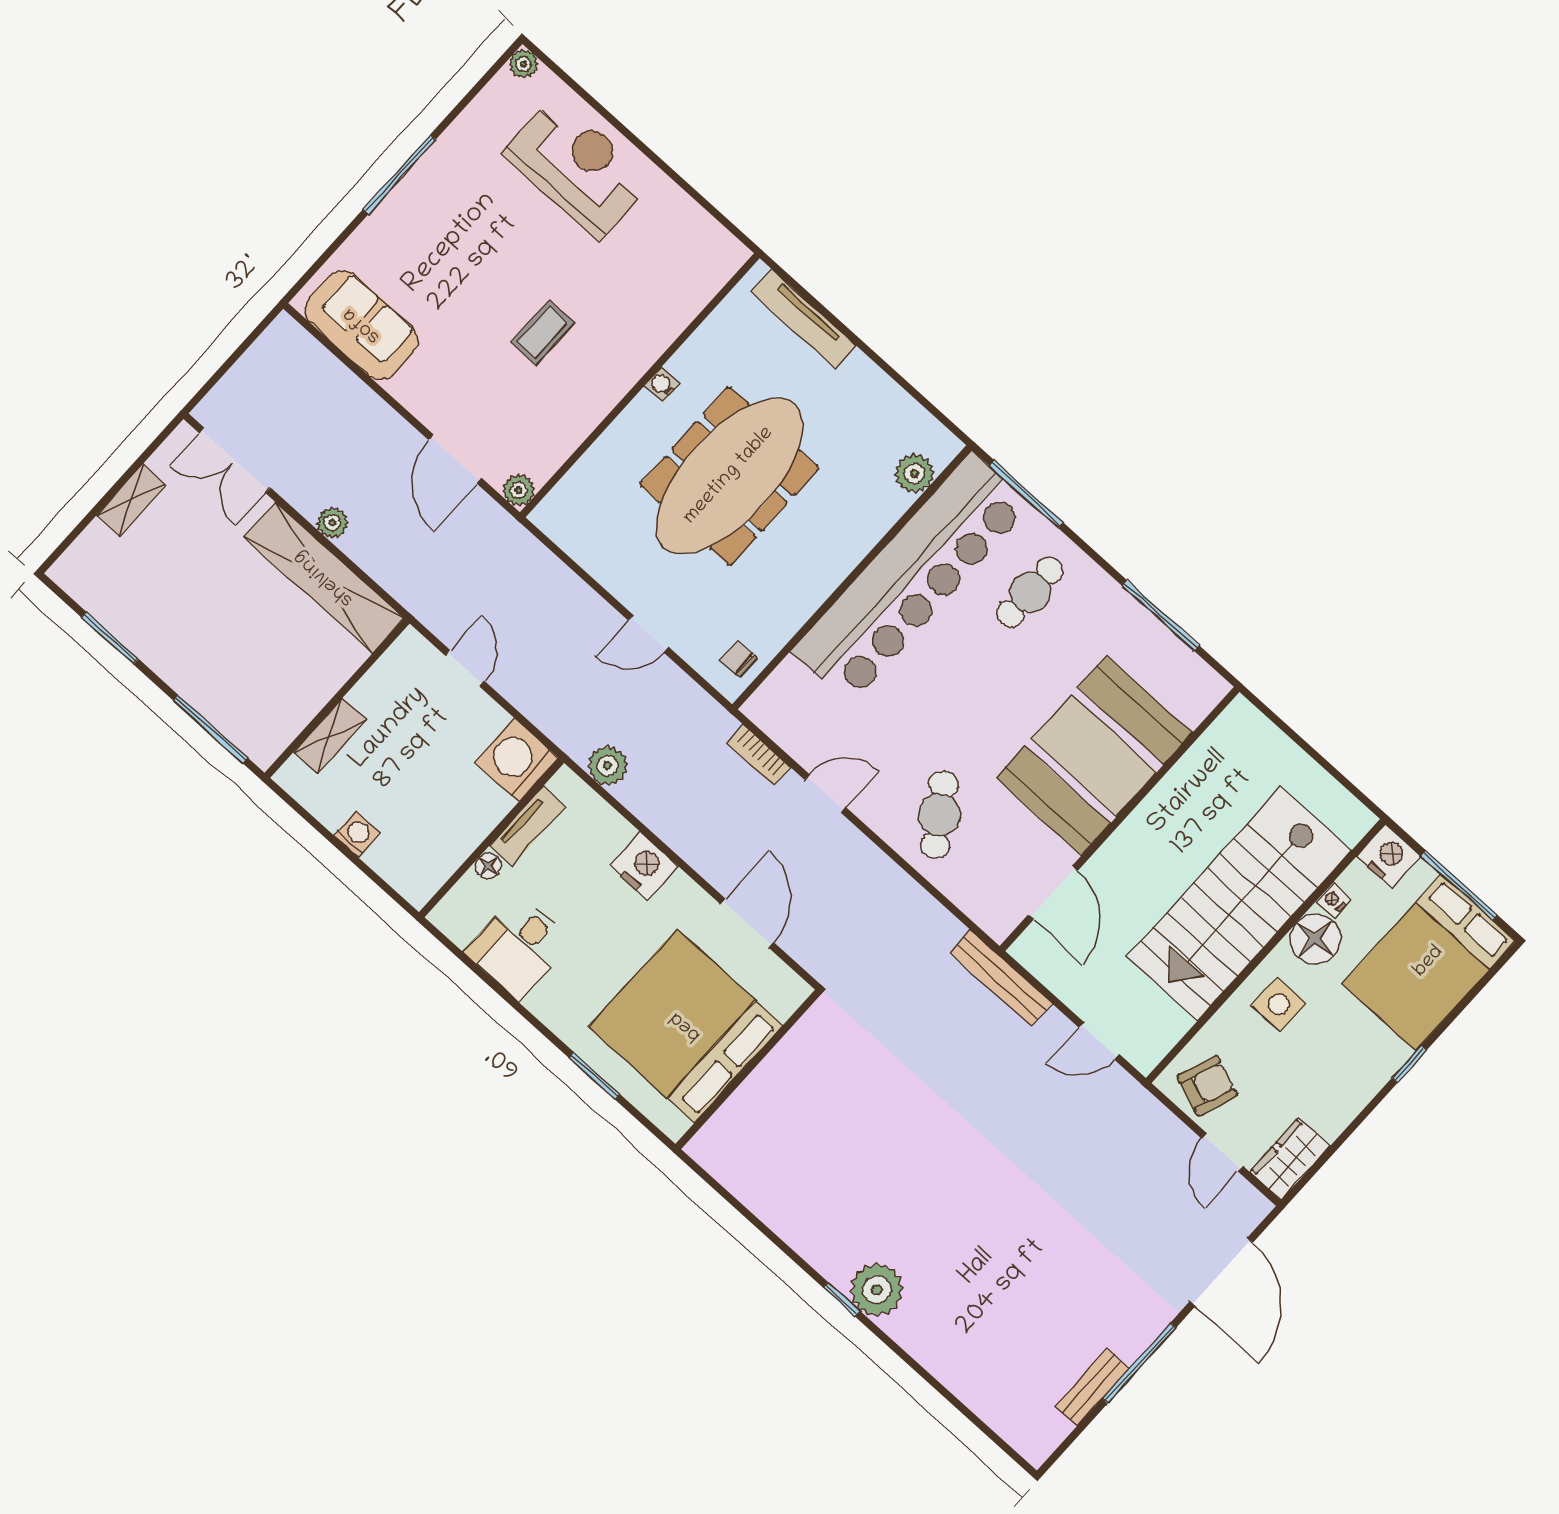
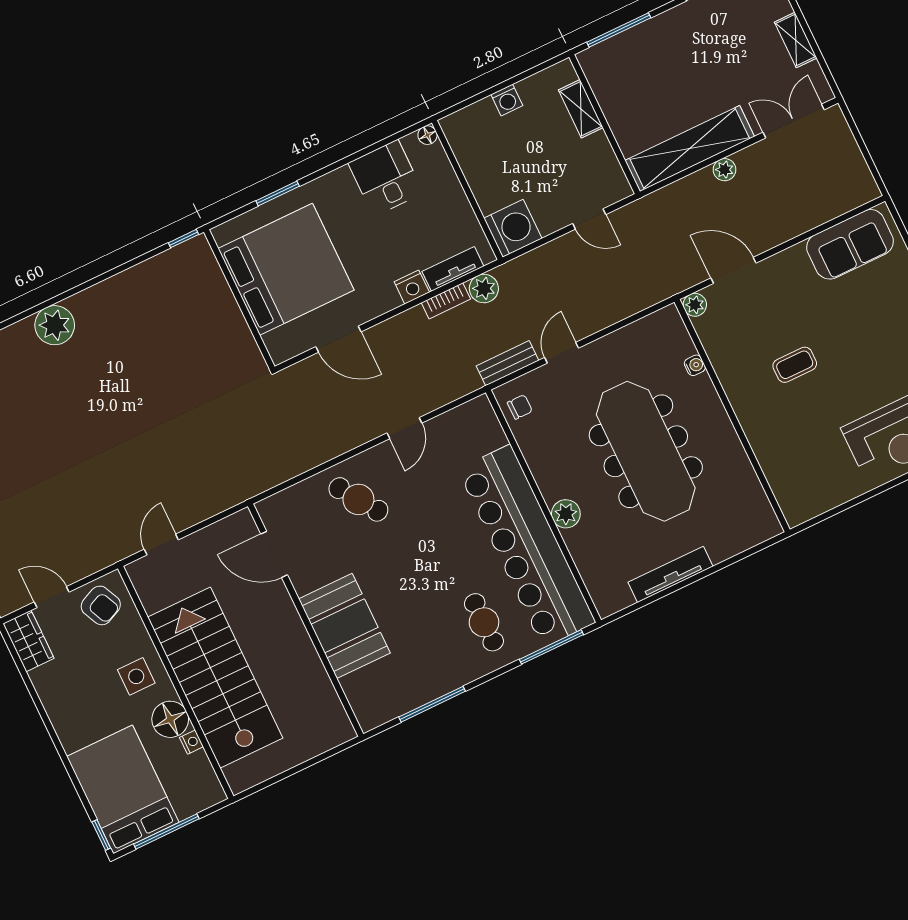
tv unit: (803, 319) -> (670, 574), moved
coffee table: (543, 333) -> (795, 365), turned 90
water cooler: (662, 385) -> (695, 365), moved
plant: (914, 474) -> (566, 514), moved
bookcase: (759, 755) -> (446, 301), moved, turned 180
booth: (1094, 755) -> (344, 626), width x0.73, depth x0.70
tv unit: (527, 826) -> (453, 269), moved, turned 90
nightstand: (1389, 856) -> (206, 792), removed
floor lamp: (488, 866) -> (428, 135), moved
nightstand: (644, 866) -> (412, 287), width x0.74, depth x0.75
bench: (1001, 978) -> (508, 363), moved, width x0.73
window: (1409, 1064) -> (101, 835), moved
armchair: (1207, 1086) -> (101, 605), turned -45
window: (841, 1299) -> (184, 239), moved

